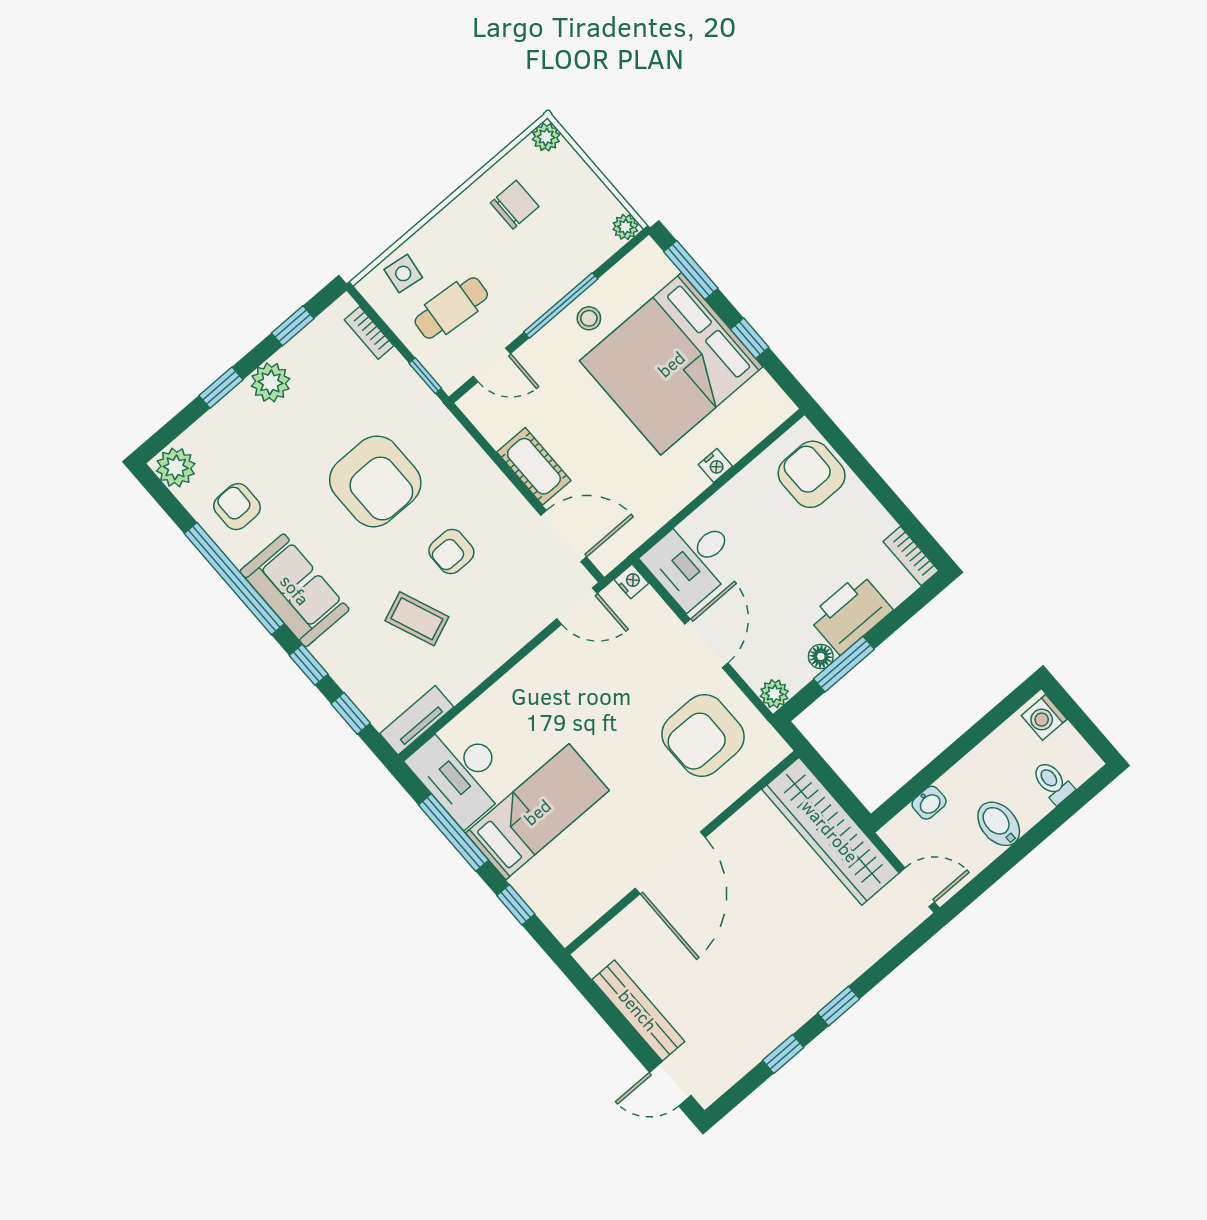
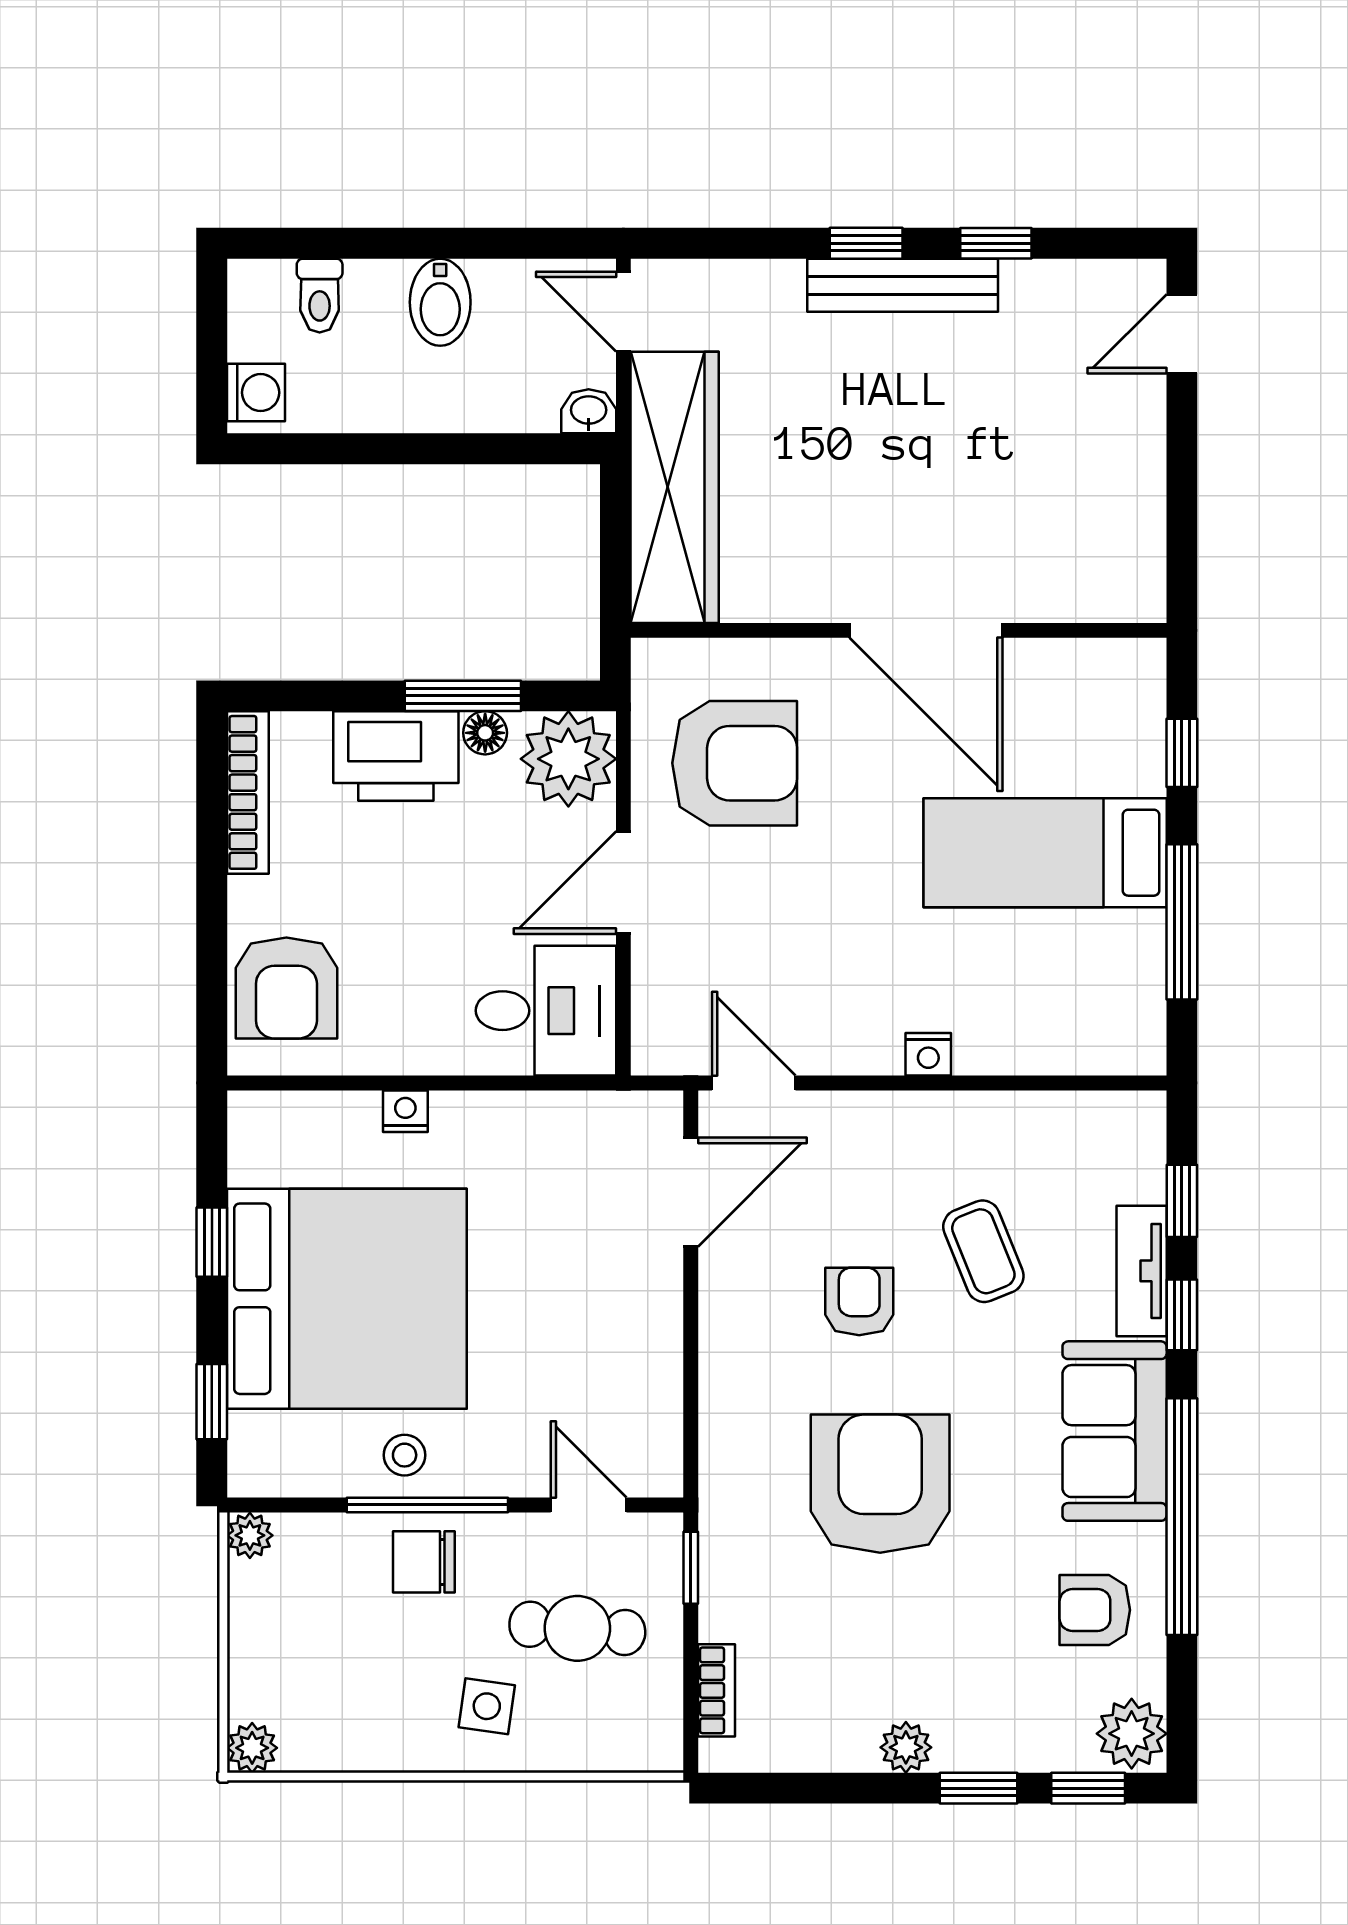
chair: (515, 205) -> (424, 1562), moved
window: (691, 270) -> (212, 1402), width x0.67
side table: (403, 273) -> (487, 1706), moved
window: (293, 326) -> (1088, 1788), moved
plant: (271, 382) -> (906, 1747), width x0.73, depth x0.73
cot: (534, 466) -> (650, 1320), removed
armchair: (237, 507) -> (1095, 1610), turned 90
door: (564, 536) -> (691, 1192), swing flipped
armchair: (451, 552) -> (859, 1301), turned -90
bookcase: (911, 556) -> (248, 792), width x1.56
nightstand: (631, 581) -> (928, 1054), moved, turned -90
plant: (774, 694) -> (568, 759), width x1.88, depth x1.88
tv unit: (417, 720) -> (1142, 1271), moved, turned 90
desk: (461, 773) -> (1102, 994), removed
washbasin: (929, 803) -> (589, 411), moved
door: (670, 863) -> (926, 630), swing flipped
bench: (638, 1010) -> (903, 285), moved, turned 90
door: (670, 1084) -> (1182, 334), swing flipped

